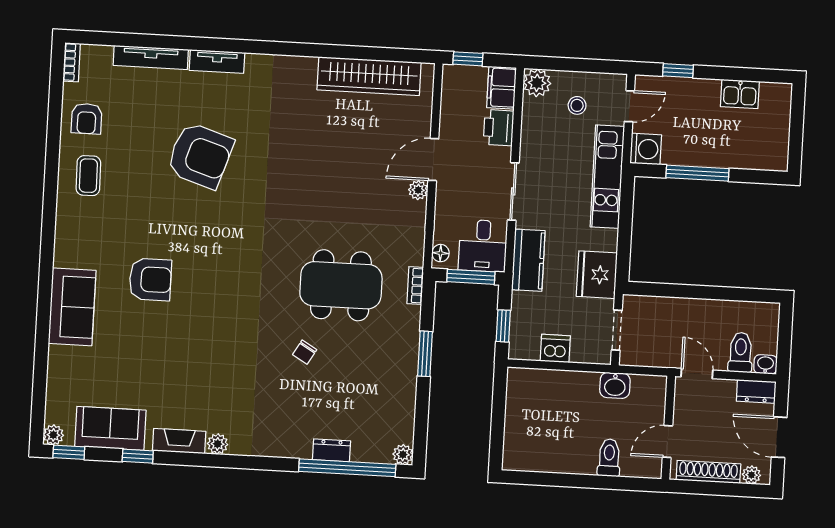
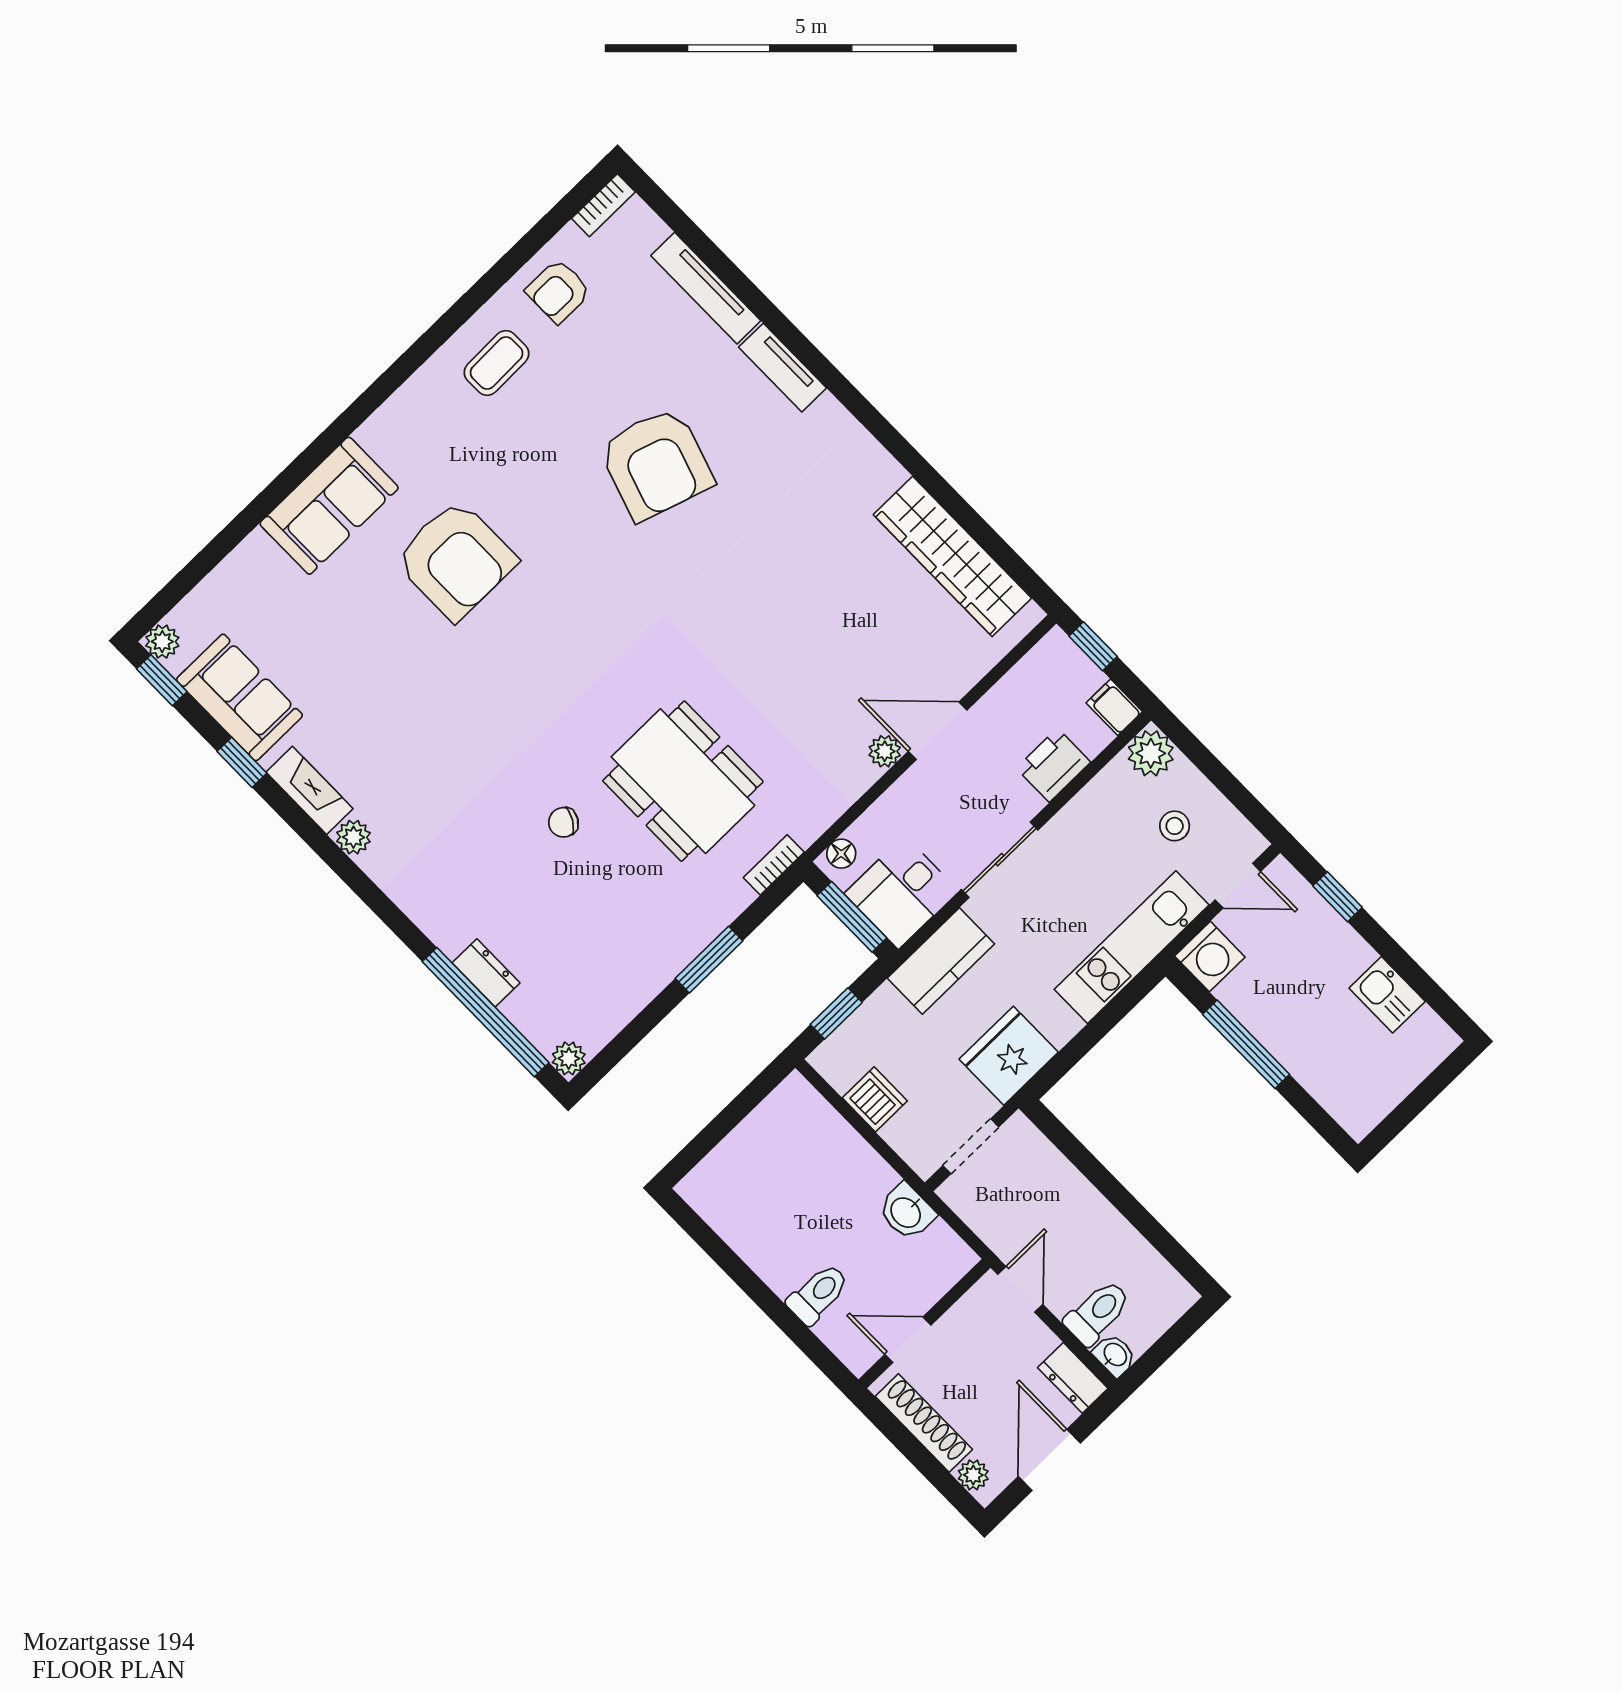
filing cabinet: (502, 88) -> (1114, 707), width x0.50
armchair: (150, 279) -> (456, 560), width x1.36, depth x1.36

